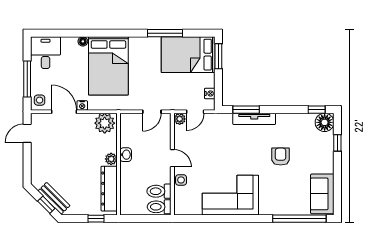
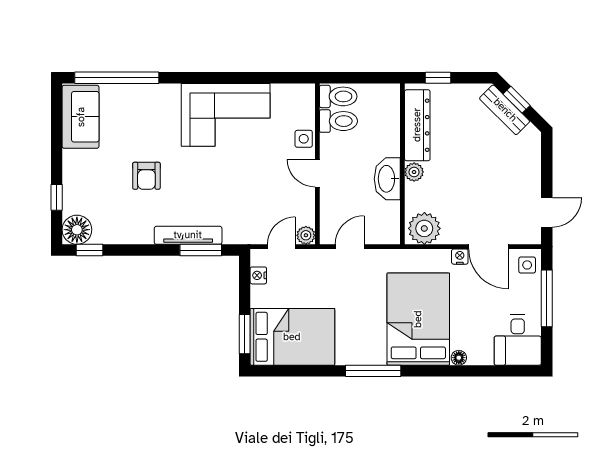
window: (165, 33) -> (373, 371), moved
washbasin: (126, 155) -> (387, 179), width x1.91, depth x1.45

